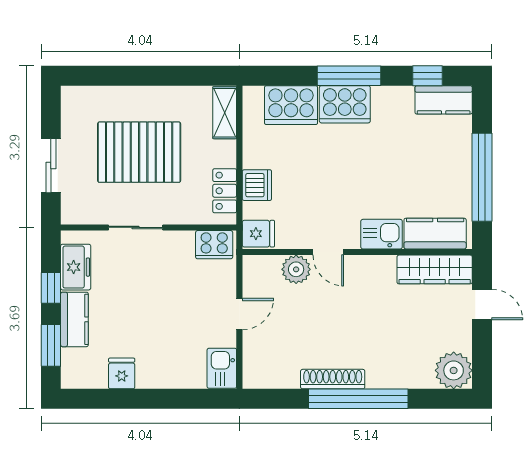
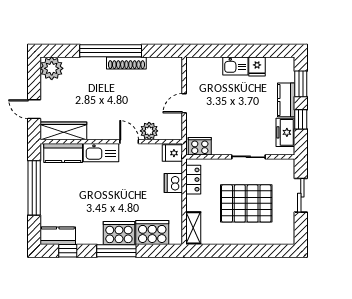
kitchen sink: (382, 234) -> (101, 153), width x1.38
kitchen sink: (222, 368) -> (235, 66), moved, turned 90

